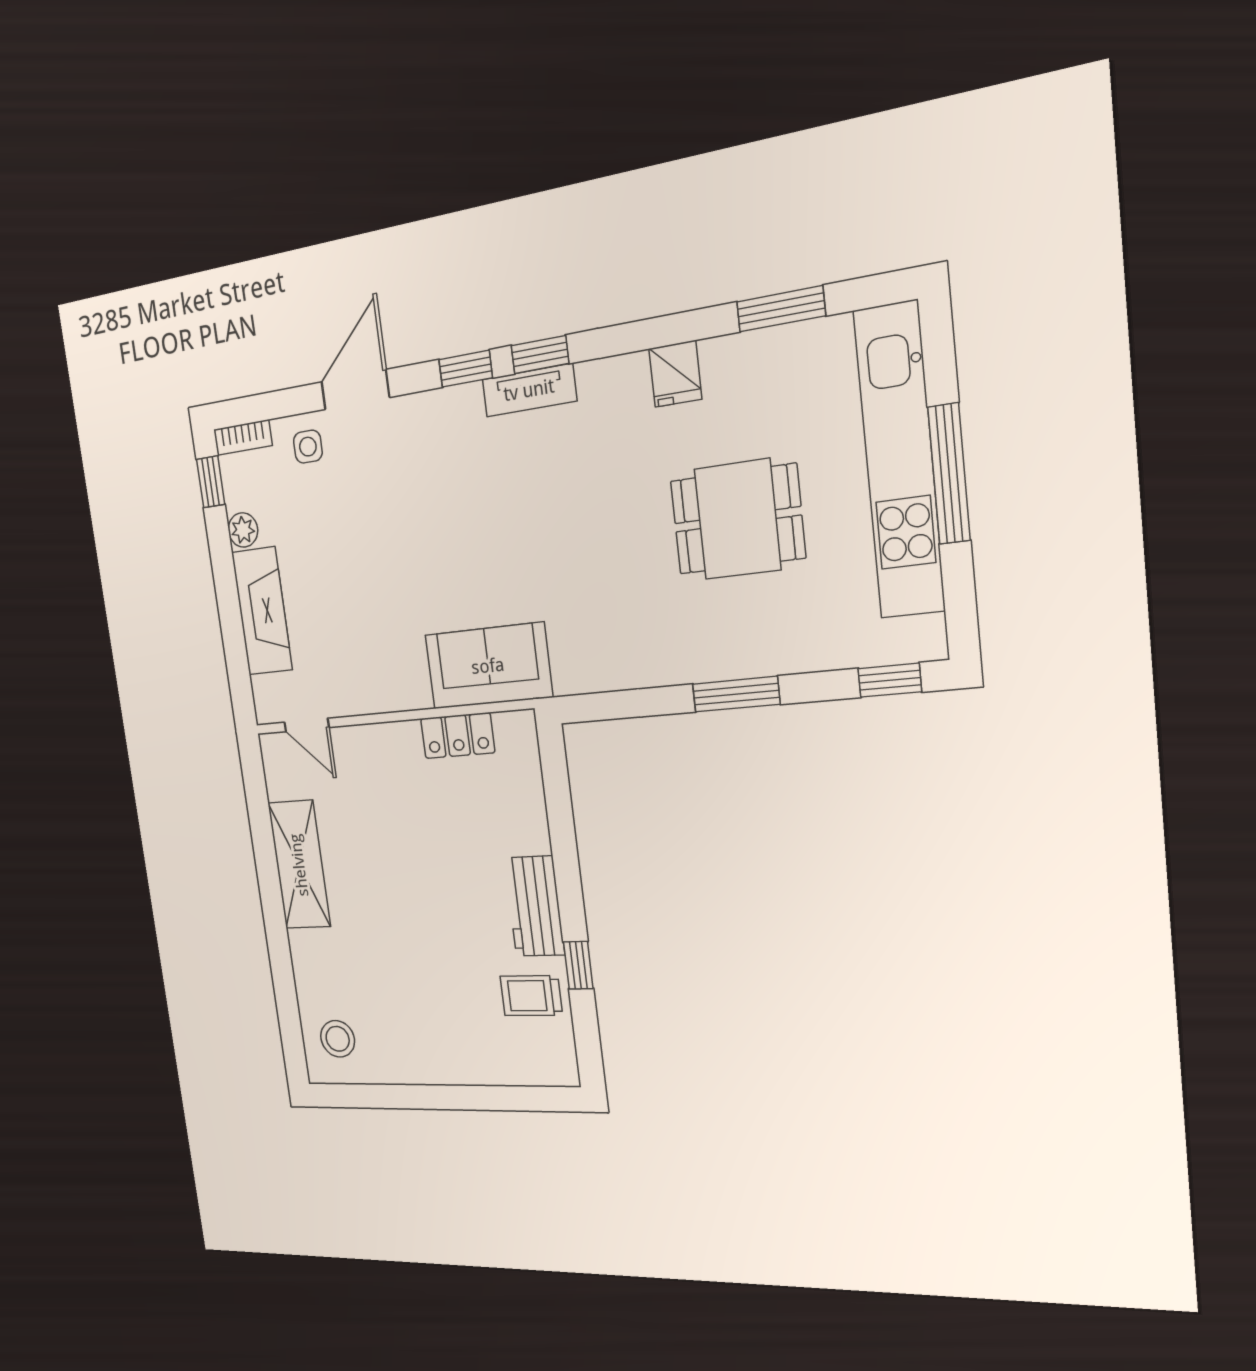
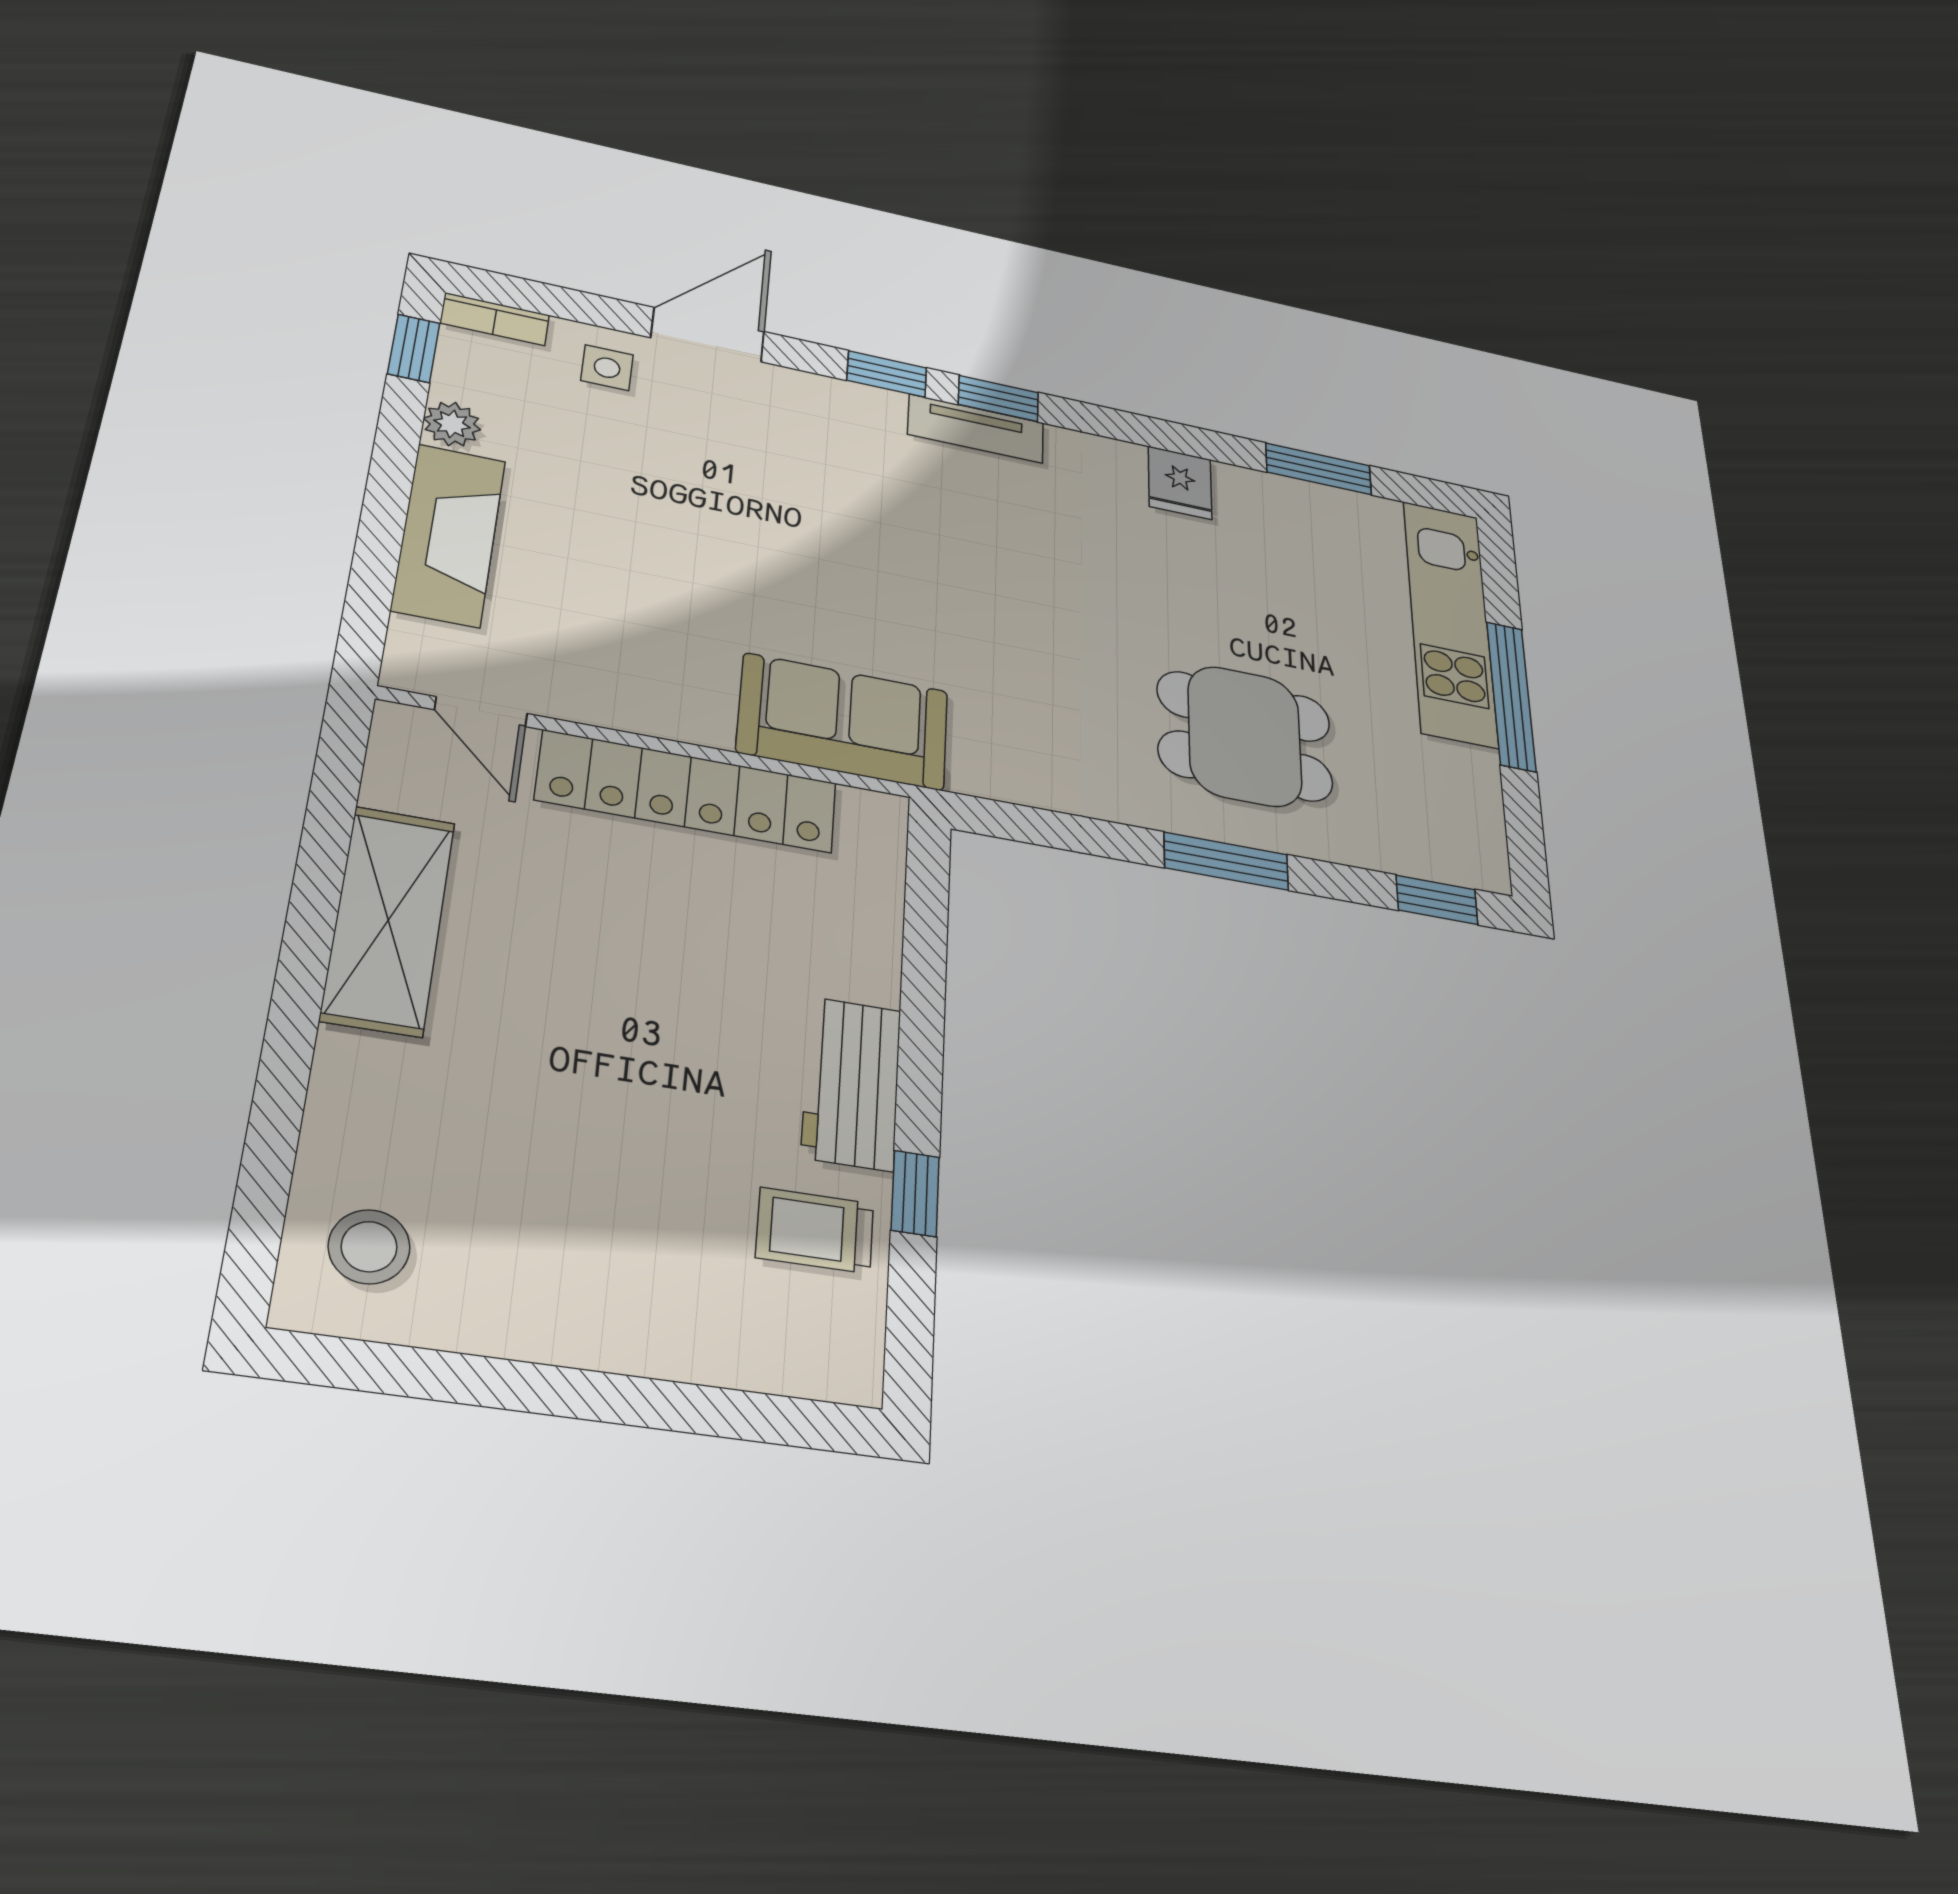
kitchen unit: (900, 461) -> (1450, 622), width x0.73
dining table: (738, 519) -> (1245, 736), moved
locker: (458, 736) -> (688, 792), width x2.16, depth x1.21

